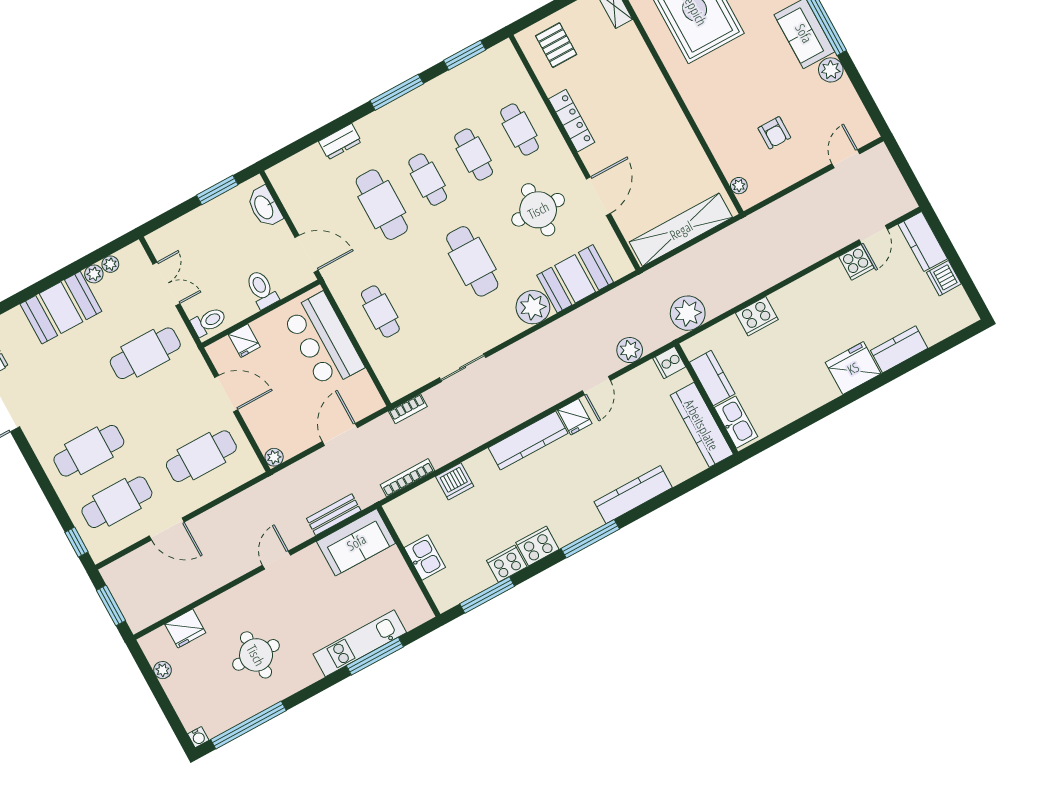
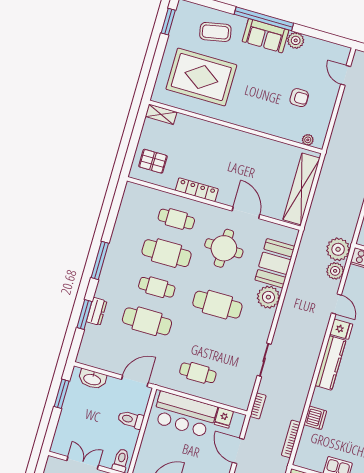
window: (465, 55) -> (84, 314), moved
cafe table: (474, 155) -> (167, 253), width x1.37, depth x1.35
plant: (688, 313) -> (338, 249), moved
fridge: (244, 341) -> (224, 418), moved, turned 90

